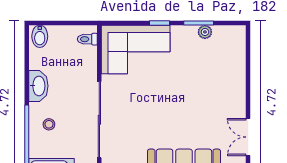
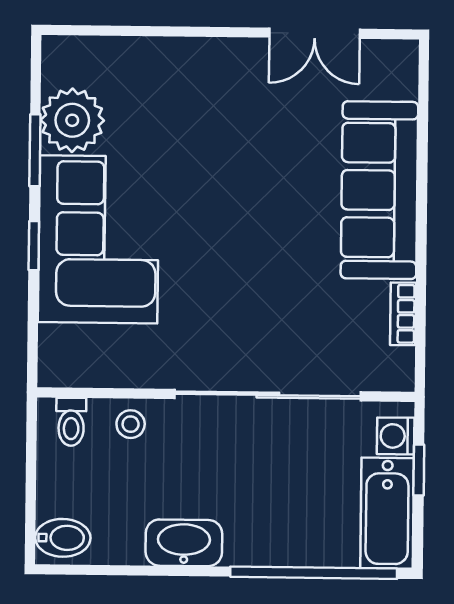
plant: (205, 32) -> (72, 120), width x1.87, depth x1.87
corner sofa: (136, 49) -> (99, 239), moved
stool: (49, 124) -> (131, 424), moved

